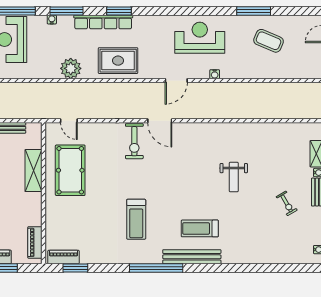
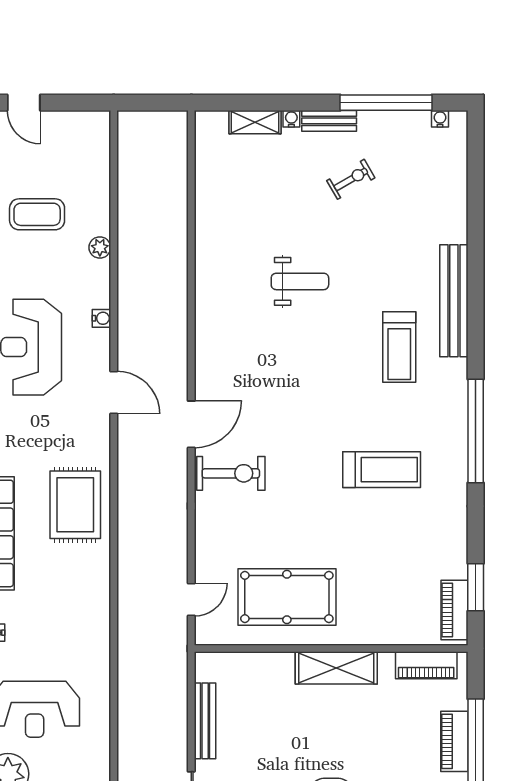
coffee table: (269, 41) -> (37, 214), turned 67
plant: (71, 68) -> (100, 247), moved, width x0.53, depth x0.53
shelving: (33, 171) -> (336, 668), moved
bench: (192, 257) -> (454, 301), moved

